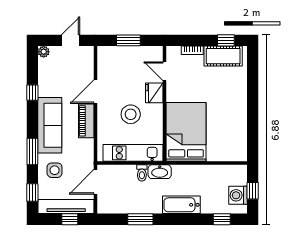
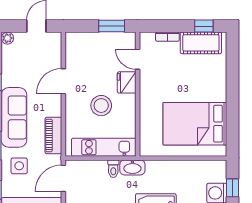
window: (128, 40) -> (112, 26), moved
piano: (86, 121) -> (53, 135), moved
bed: (186, 132) -> (195, 124), moved, turned -90

